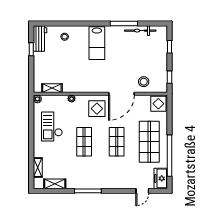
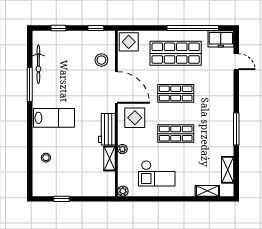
workbench: (40, 39) -> (107, 129), moved, turned -90
shelving: (52, 88) -> (110, 159), moved

